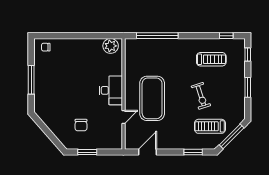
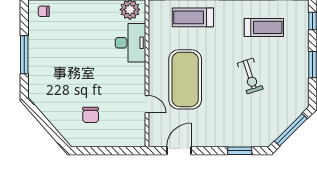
desk: (111, 90) -> (130, 43), moved
door: (123, 117) -> (147, 104), hinge flipped
treadmill: (210, 126) -> (193, 17), moved
window: (87, 152) -> (99, 151), removed

